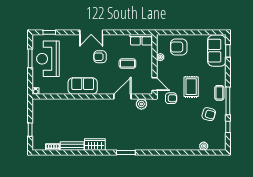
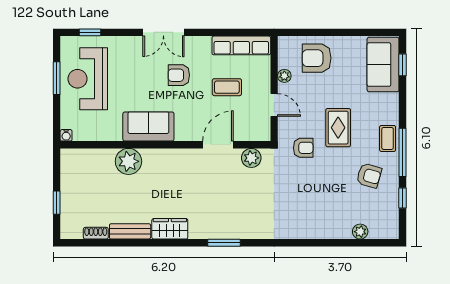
row of seats: (141, 40) -> (241, 45), width x1.48
door: (154, 84) -> (274, 105), moved
plant: (71, 106) -> (128, 161), added

